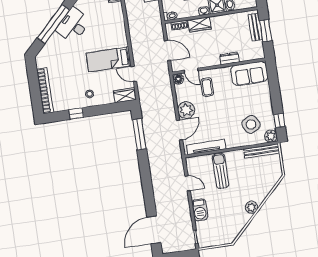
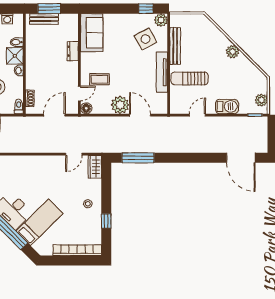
wardrobe: (199, 24) -> (32, 77), removed
bed: (109, 59) -> (40, 222), moved, turned -135
tv unit: (206, 147) -> (162, 72), moved
bench: (262, 151) -> (175, 46), moved
plant: (211, 241) -> (261, 100), added

